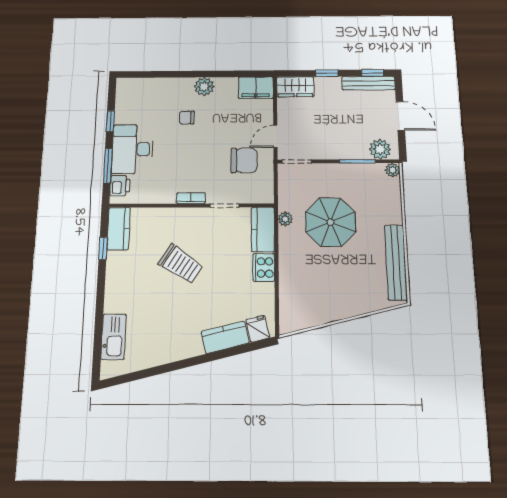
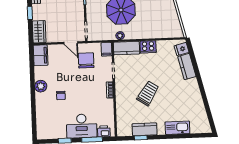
filing cabinet: (262, 195) -> (106, 49), added
kitchen counter: (119, 229) -> (145, 129), moved
kitchen sink: (114, 337) -> (177, 128), moved

